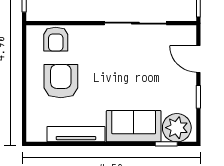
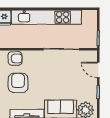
armchair: (56, 39) -> (15, 58), turned -90

